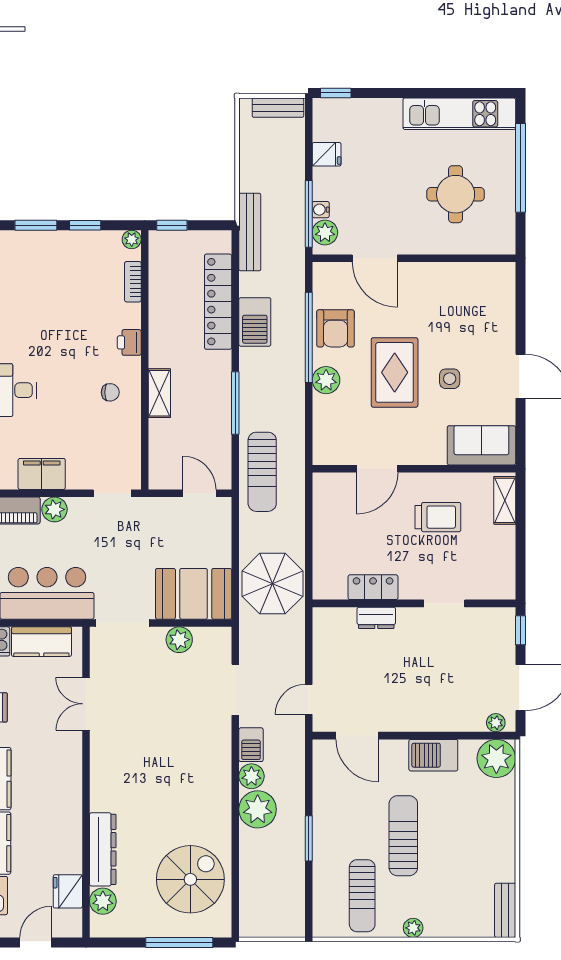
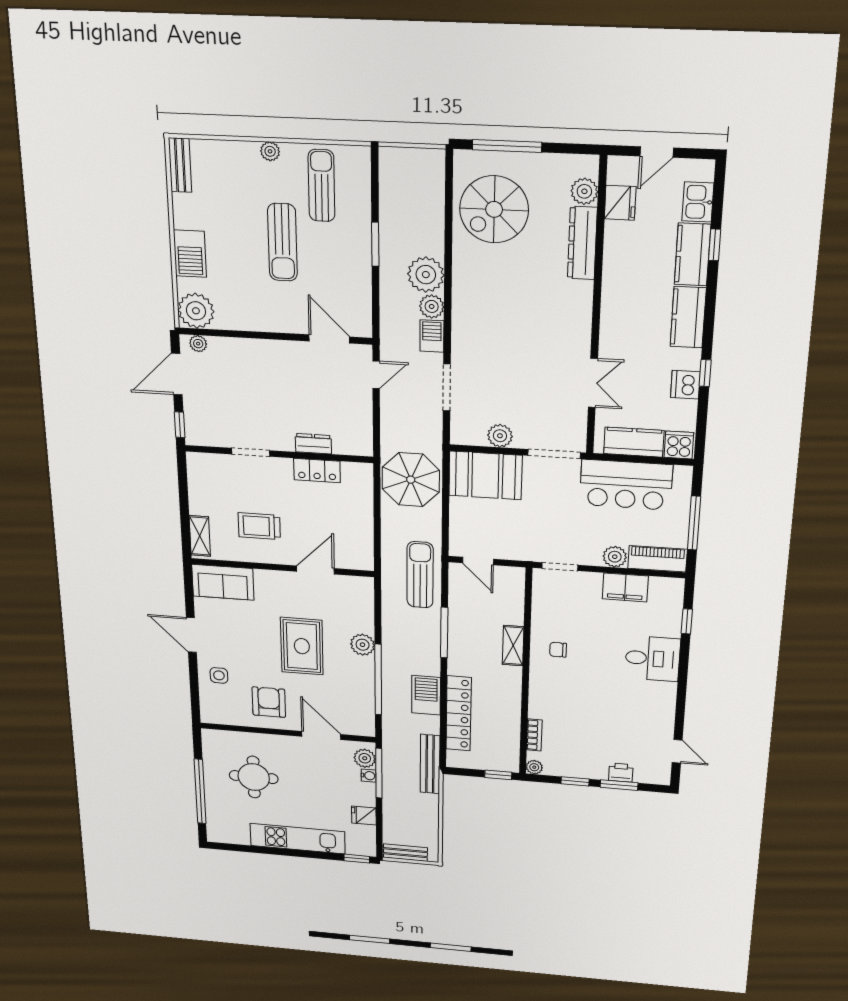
kitchen unit: (459, 114) -> (298, 839), moved
armchair: (335, 328) -> (269, 702), moved
printer: (129, 342) -> (621, 773), moved, turned -90
side table: (450, 379) -> (219, 675), moved
barbecue: (433, 755) -> (190, 254), moved, turned 90

